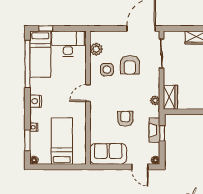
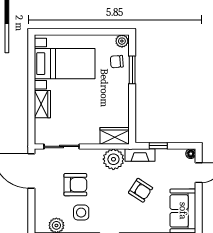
plant: (155, 100) -> (113, 159), width x1.88, depth x1.88
armchair: (125, 119) -> (141, 190), turned -147
fireplace: (154, 130) -> (140, 155), moved

